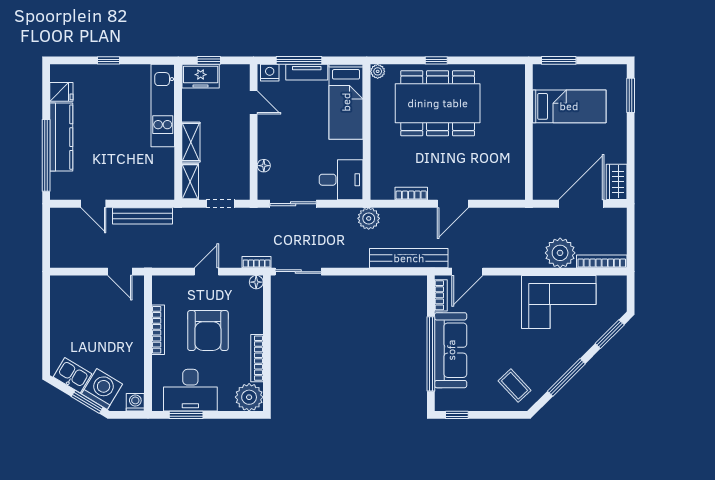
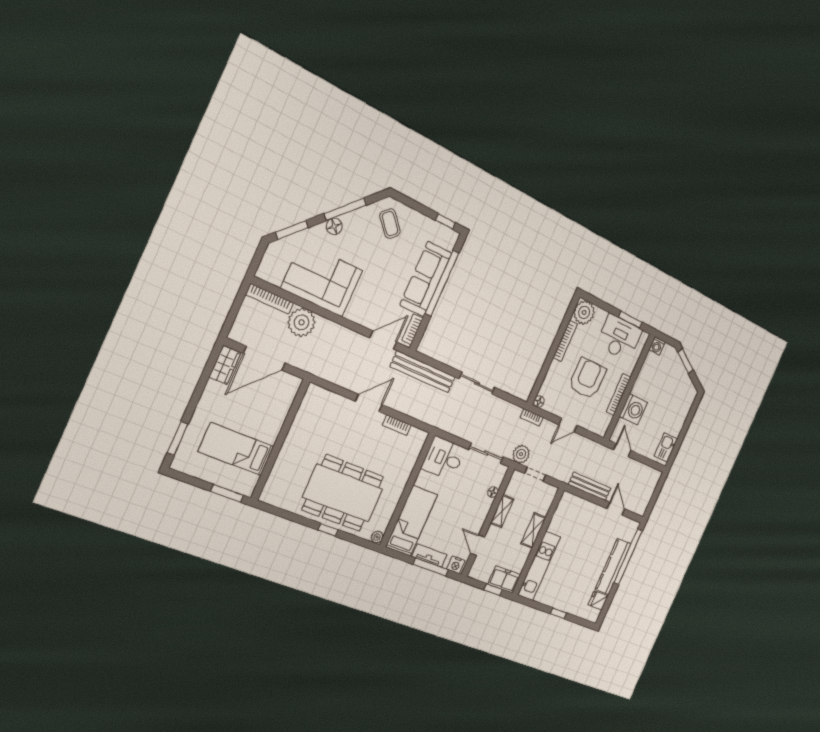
shelving: (190, 182) -> (502, 511), moved
plant: (369, 218) -> (521, 454), moved
sliding door: (298, 272) -> (477, 383), moved
floor lamp: (570, 357) -> (334, 226), added
kitchen sink: (72, 375) -> (666, 447), moved, turned 59
washing machine: (102, 389) -> (634, 409), moved, turned -121

